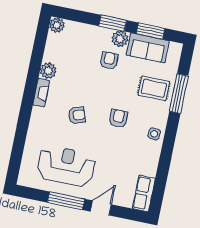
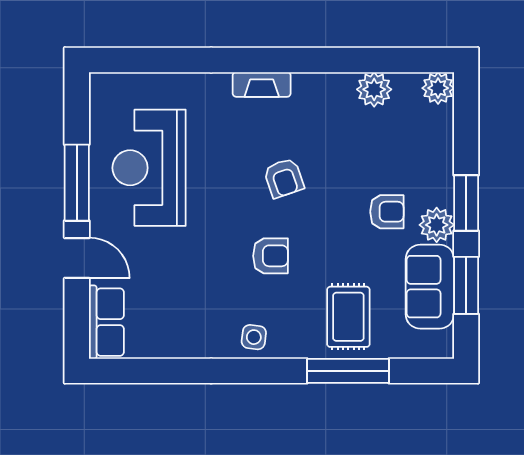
plant: (48, 71) -> (374, 89), moved
fireplace: (41, 93) -> (262, 84), moved
armchair: (77, 115) -> (284, 178), moved
reception desk: (66, 166) -> (149, 168), turned 180
row of seats: (144, 193) -> (106, 322), moved, turned 90

